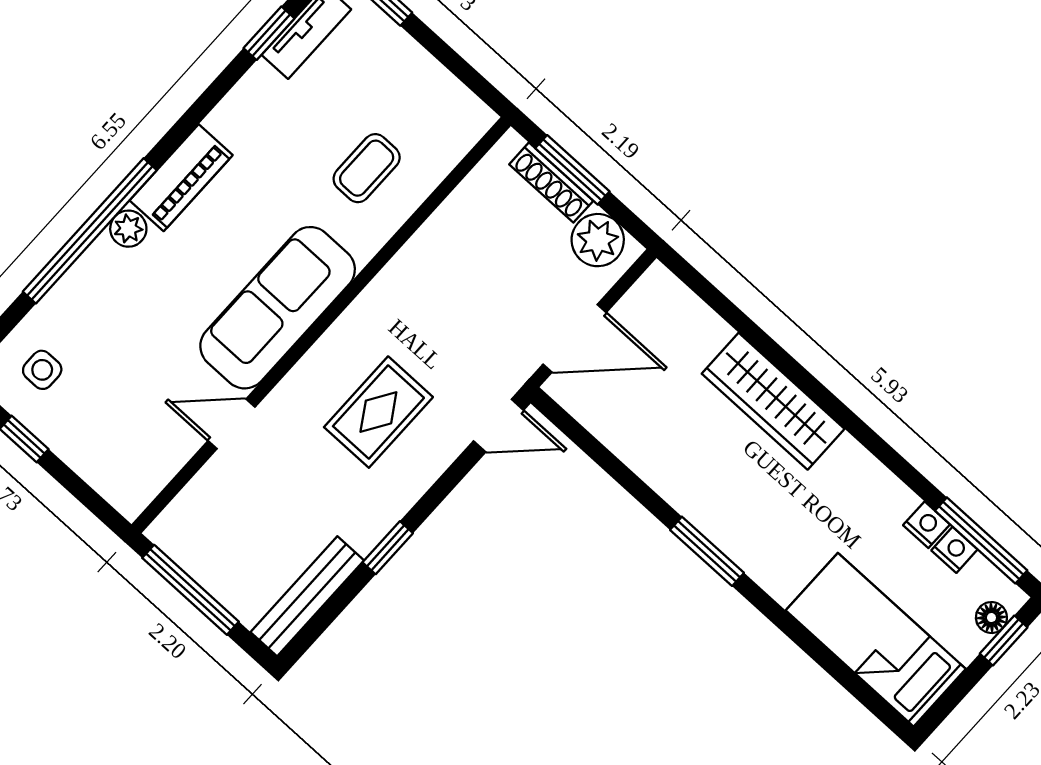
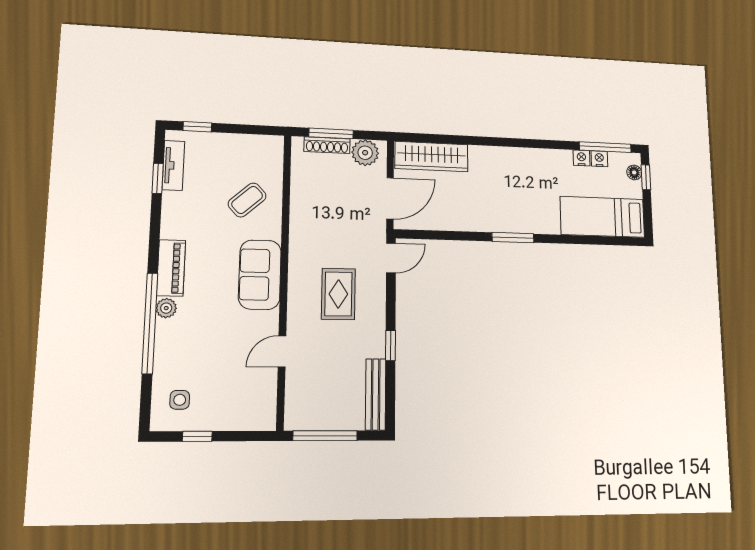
coffee table: (367, 168) -> (247, 200), turned 48
sofa: (278, 308) -> (260, 275), width x0.73
wardrobe: (773, 401) -> (431, 157), moved

